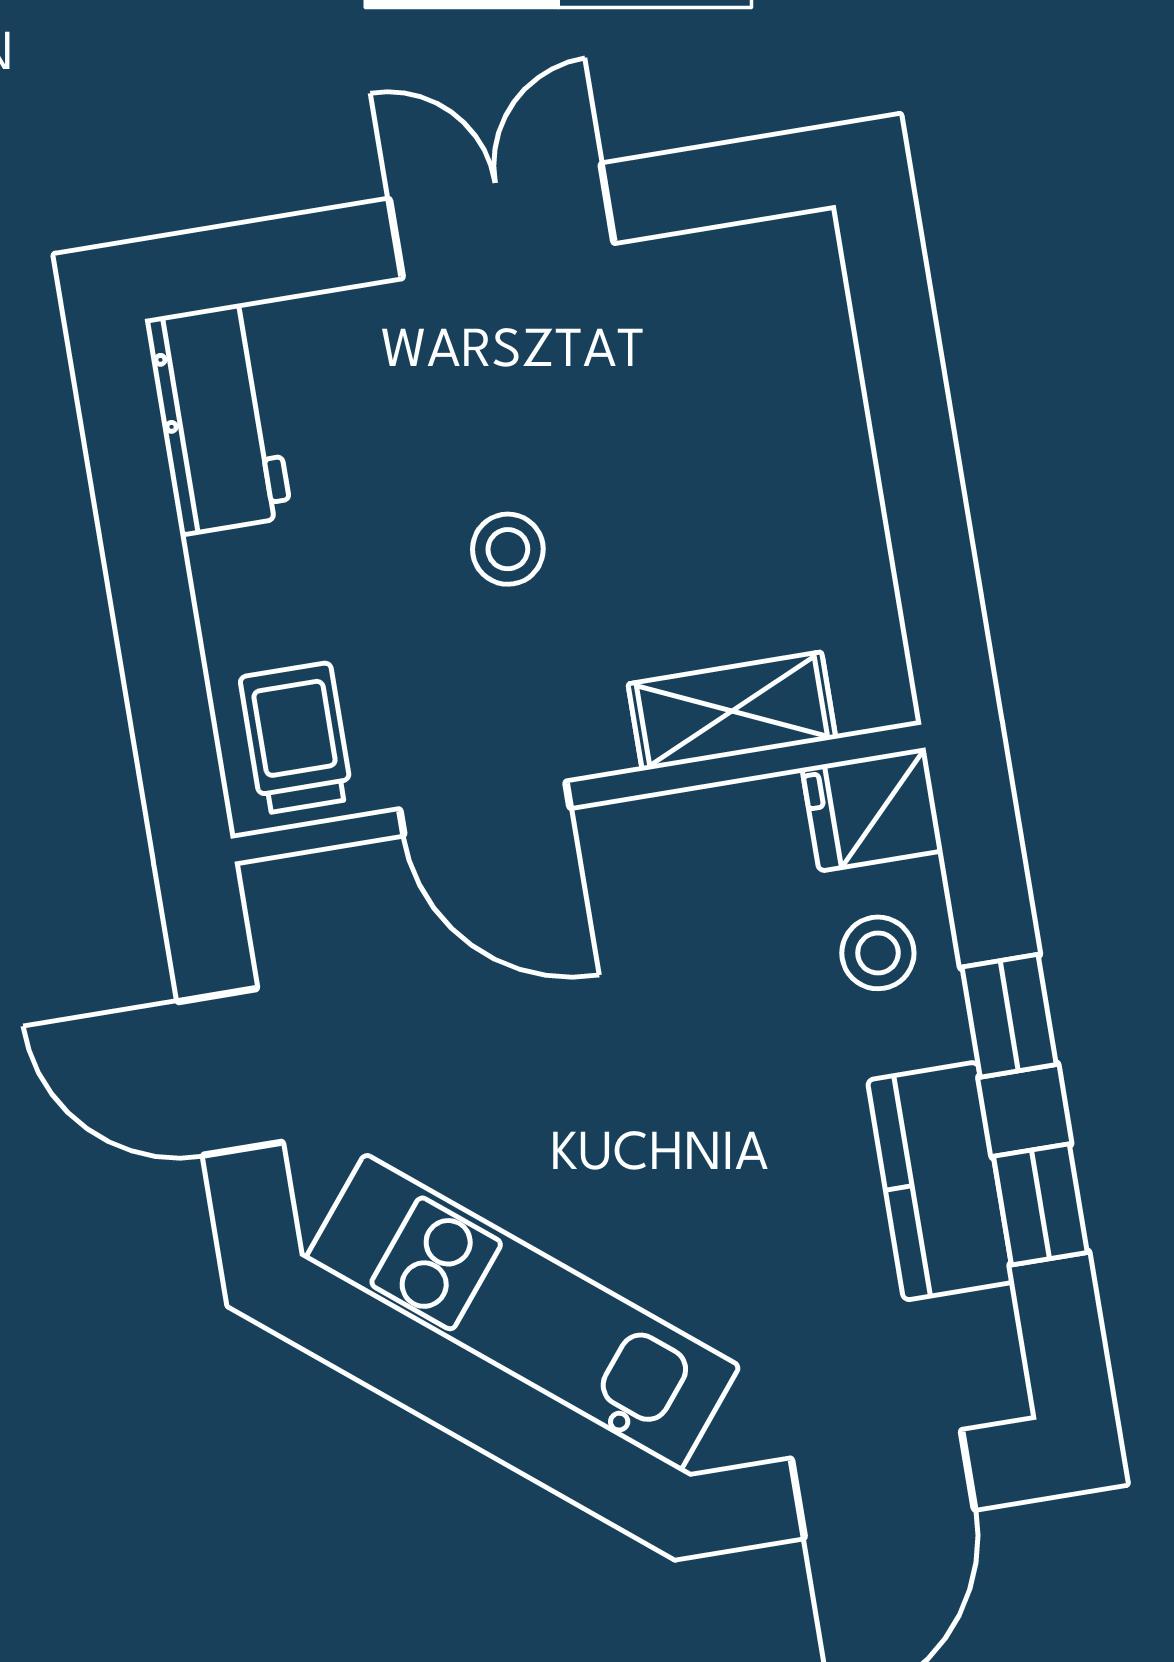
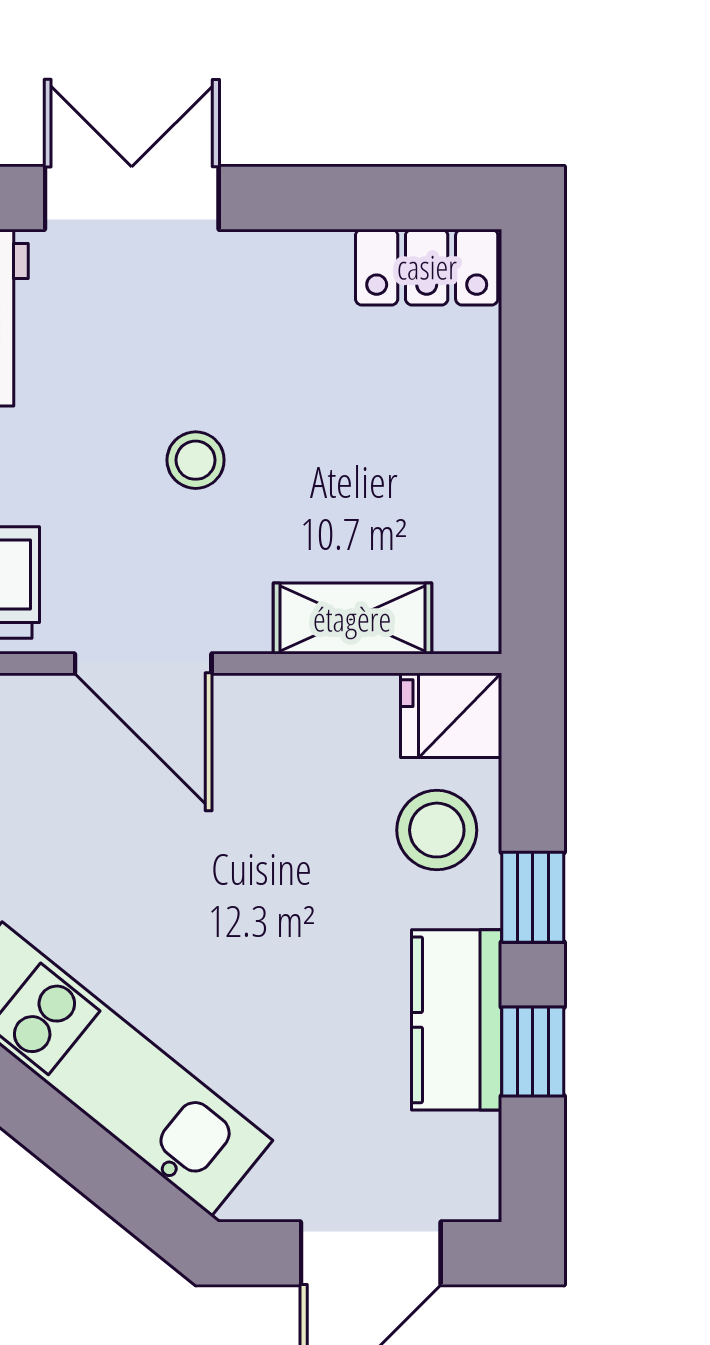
double door: (502, 221) -> (132, 198), moved
locker: (752, 266) -> (427, 267), added
stool: (878, 953) -> (437, 830), width x1.37, depth x1.37

